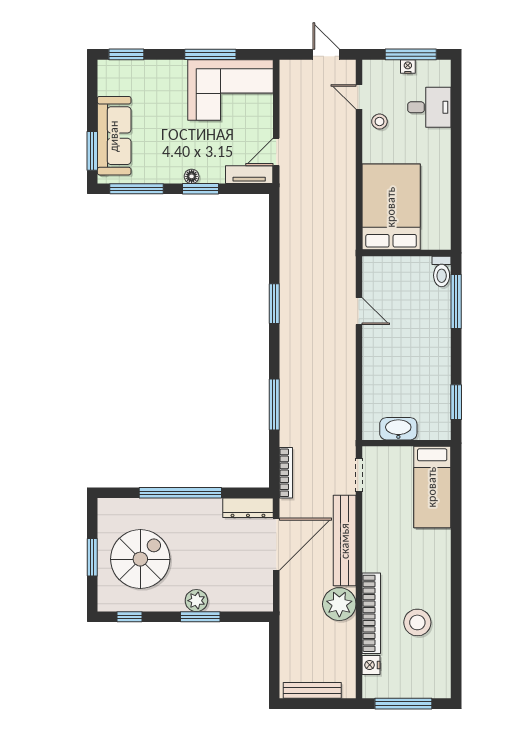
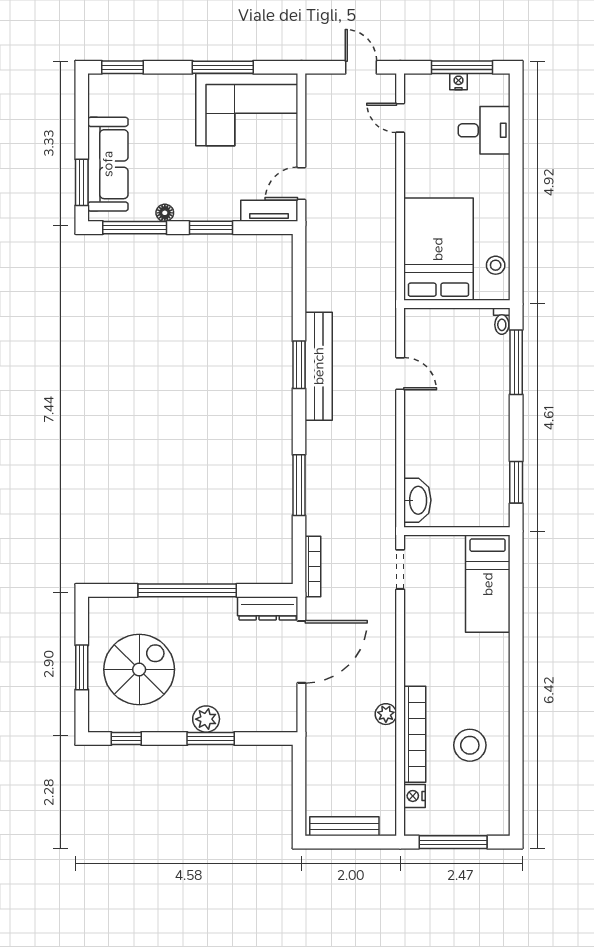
stool: (379, 122) -> (496, 265), moved
floor lamp: (192, 176) -> (165, 213), moved
toilet: (442, 271) -> (502, 321), width x0.73, depth x0.72
washbasin: (398, 429) -> (417, 500), moved, turned 90
bench: (345, 541) -> (319, 366), moved
plant: (339, 604) -> (386, 714), width x0.53, depth x0.53

